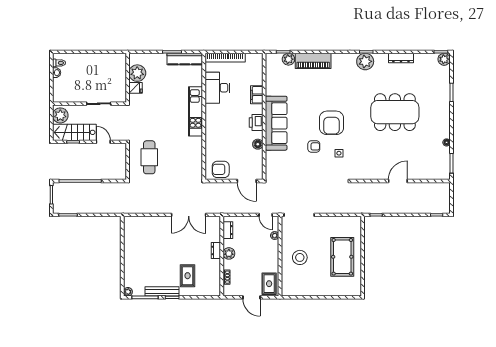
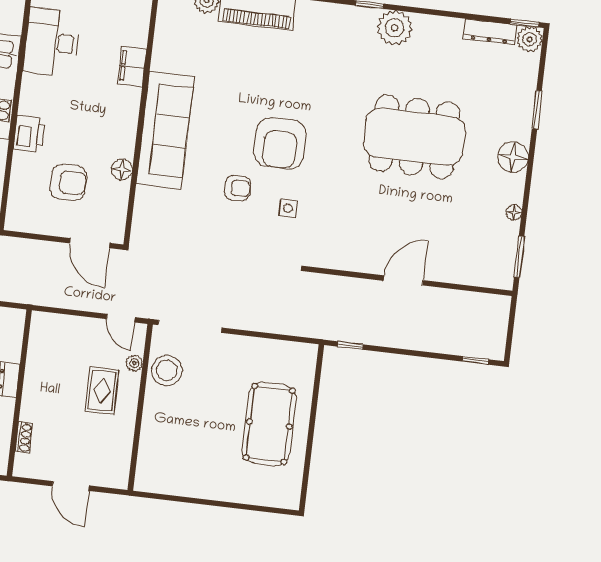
dresser: (401, 58) -> (490, 32), moved
plant: (365, 61) -> (395, 28), moved
floor lamp: (443, 116) -> (513, 157), added
printer: (256, 122) -> (29, 134), moved, turned 180
armchair: (221, 169) -> (68, 182), moved, turned 180
dresser: (228, 230) -> (38, 340), removed
plant: (229, 253) -> (35, 389), removed
stool: (300, 257) -> (167, 371), moved
rug: (269, 284) -> (102, 391), moved

